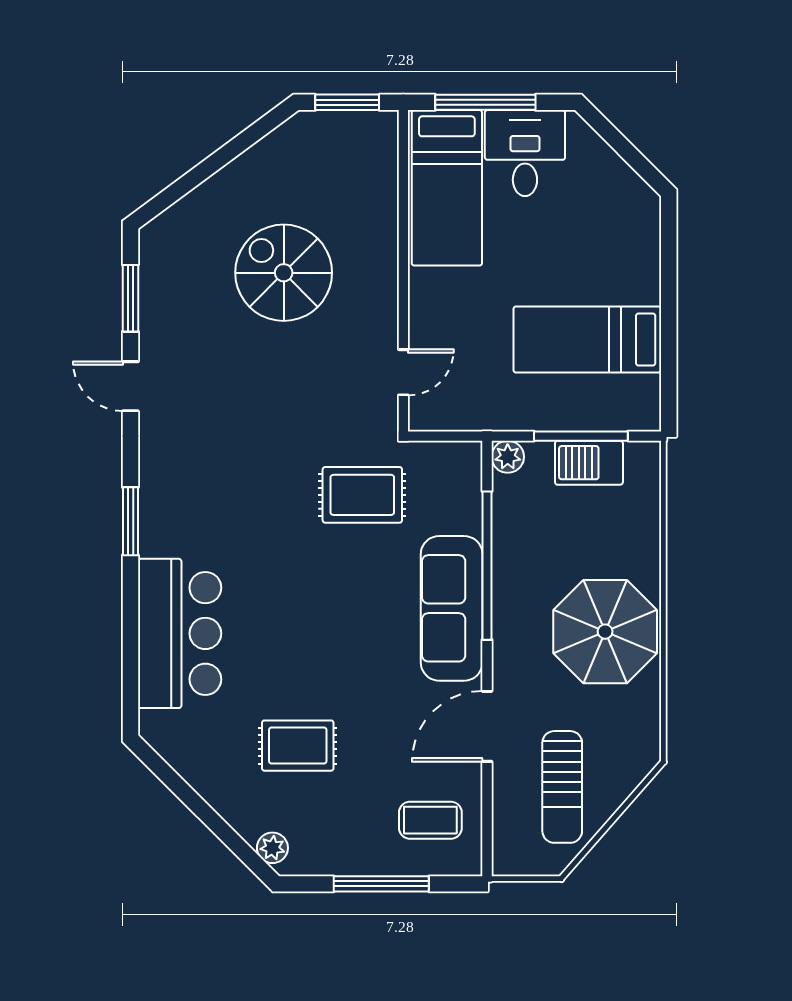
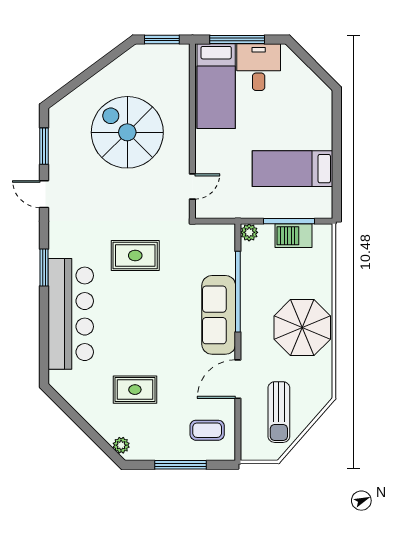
spiral stairs: (284, 273) -> (127, 132), width x1.37, depth x1.37
rug: (362, 495) -> (135, 256), moved
bar counter: (180, 633) -> (71, 314), width x1.36

